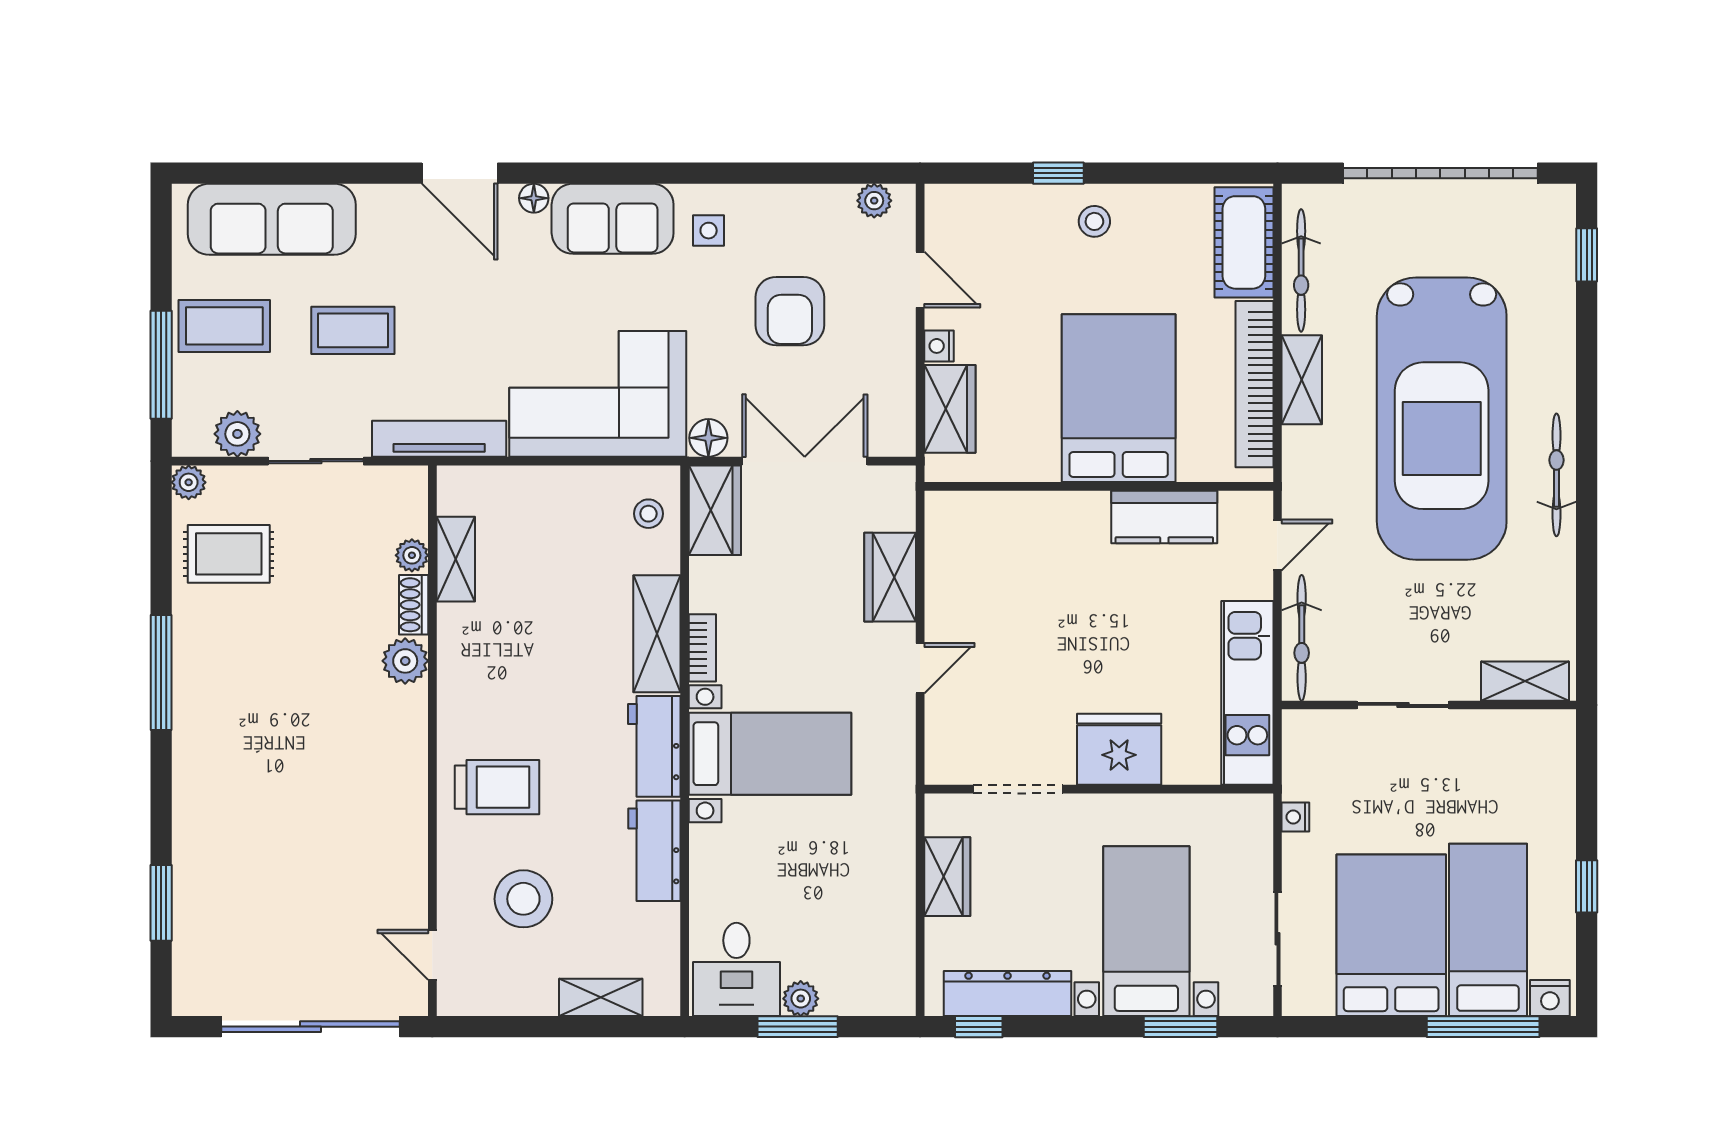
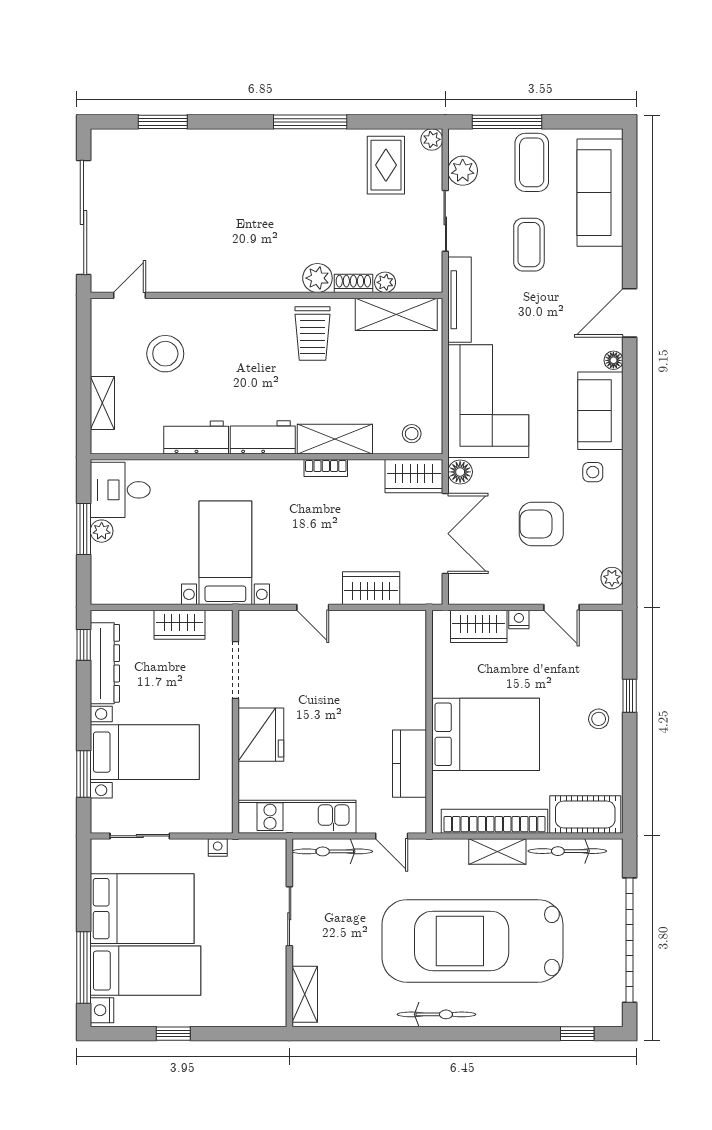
door: (920, 280) -> (561, 607), hinge flipped
shelving: (456, 559) -> (396, 314), width x1.50, depth x1.33
bed with nightstands: (770, 754) -> (225, 553), moved, turned 180
trolley: (497, 787) -> (313, 334), moved

